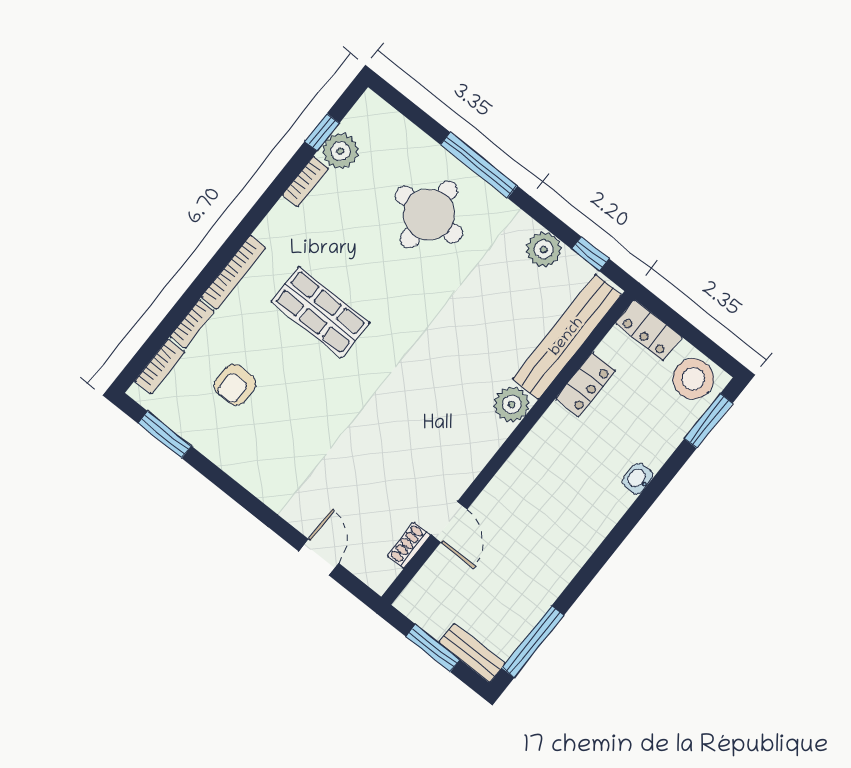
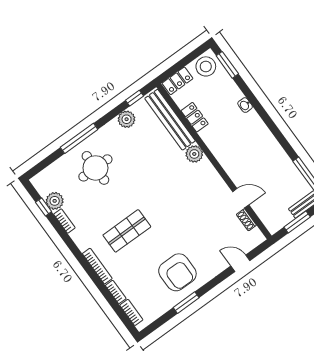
armchair: (235, 385) -> (177, 272), moved, width x1.88, depth x1.88
window: (165, 435) -> (186, 303), moved

